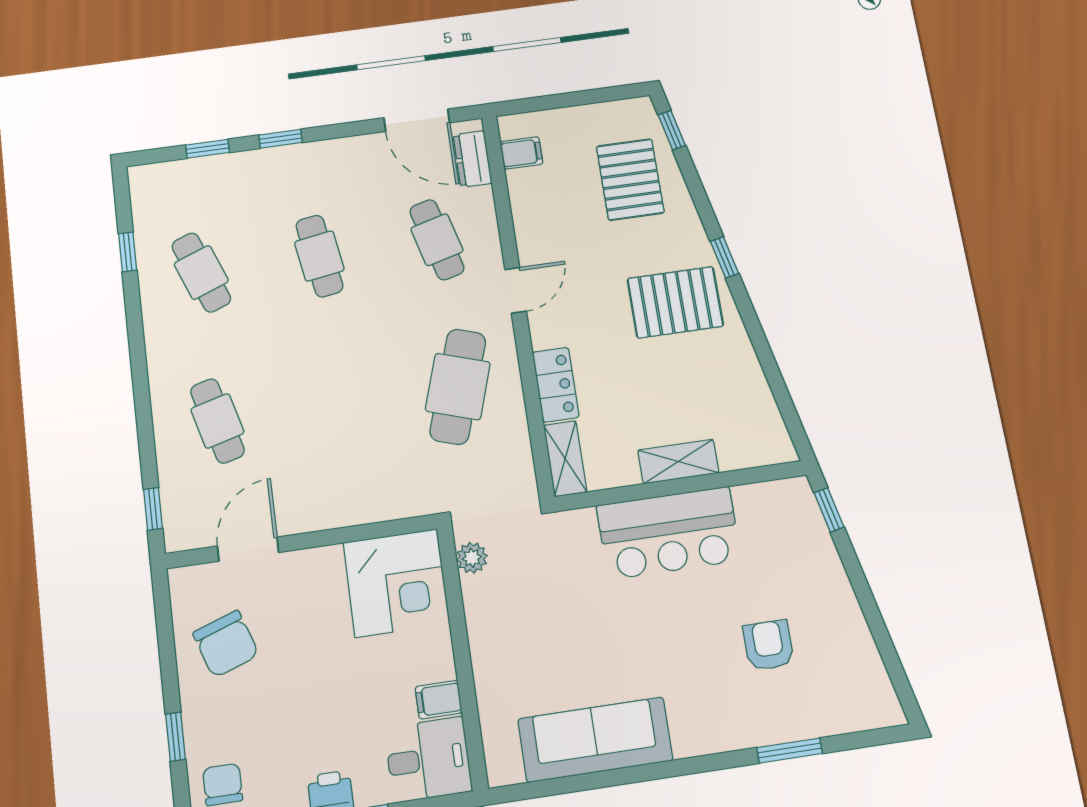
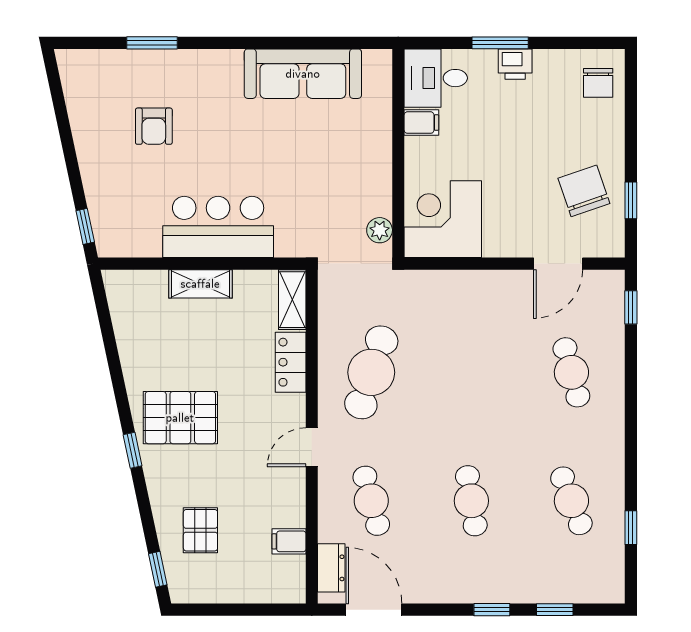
filing cabinet: (522, 153) -> (289, 541), moved
pallet: (630, 179) -> (200, 530), width x0.67, depth x0.71
window: (176, 737) -> (631, 200), moved

